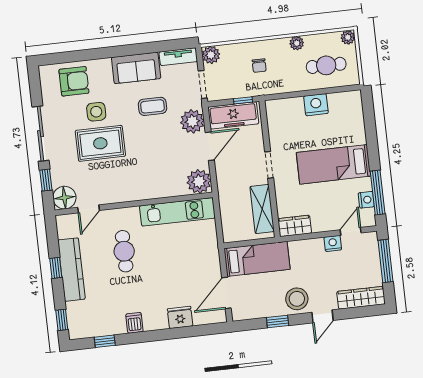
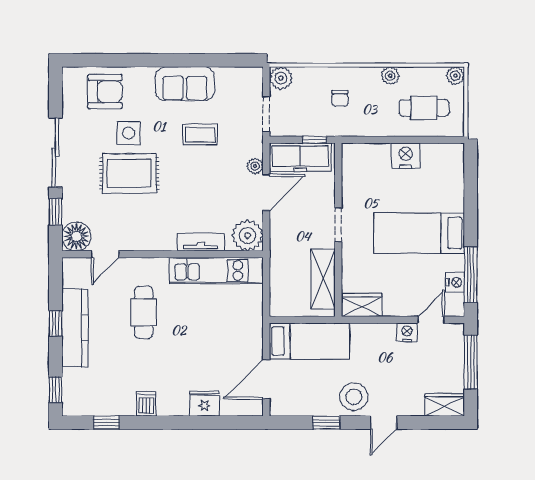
tv unit: (178, 57) -> (201, 242), moved, turned 180
plant: (192, 121) -> (255, 166), width x0.53, depth x0.53
wardrobe: (361, 298) -> (445, 405), width x0.67

